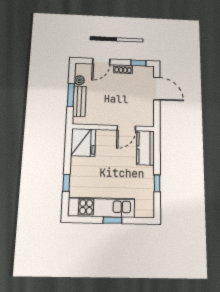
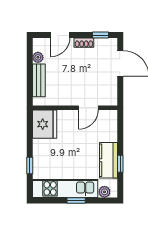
window: (71, 95) -> (30, 74), removed
kitchen counter: (146, 148) -> (108, 160), moved
plant: (141, 212) -> (104, 192), added

